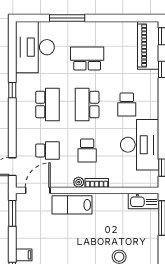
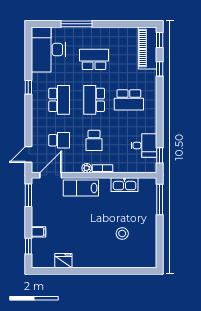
school desk: (127, 104) -> (129, 100), width x1.85
desk: (140, 145) -> (144, 145), width x0.53, depth x0.77
kitchen sink: (143, 201) -> (124, 185), moved

